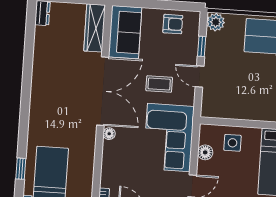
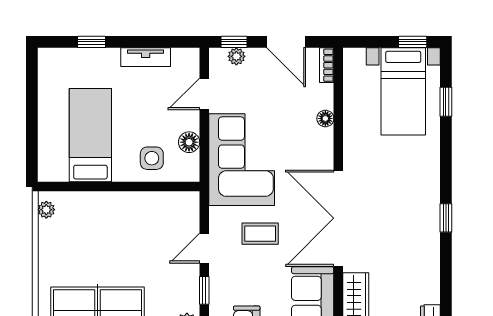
door: (200, 76) -> (204, 248), swing flipped
window: (26, 86) -> (446, 218), added
floor lamp: (109, 134) -> (325, 118), moved

